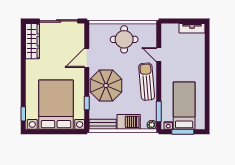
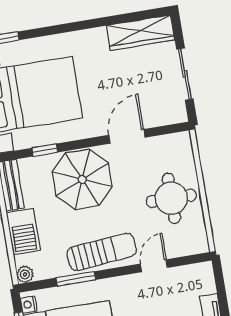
sliding door: (59, 21) -> (185, 74), width x0.73
door: (87, 58) -> (127, 136), hinge flipped
window: (159, 112) -> (76, 279), moved

